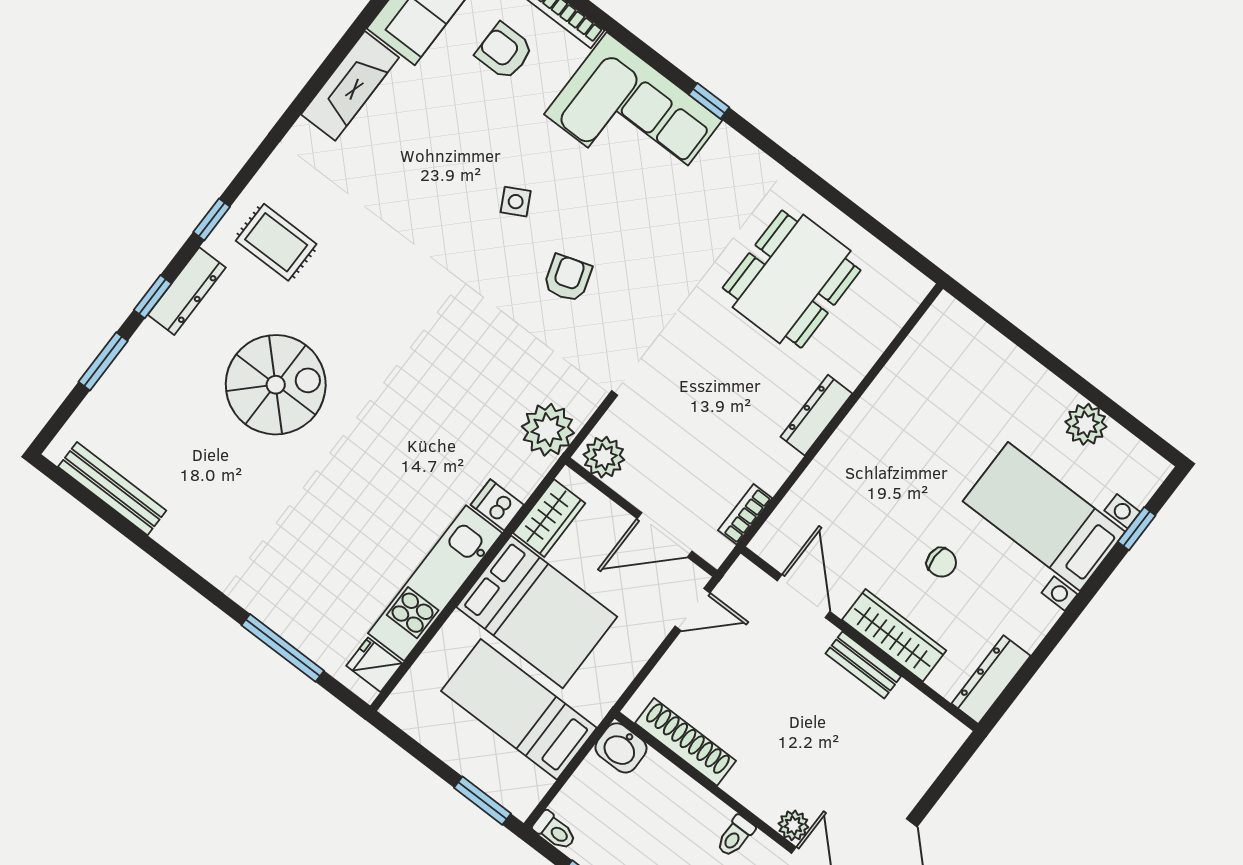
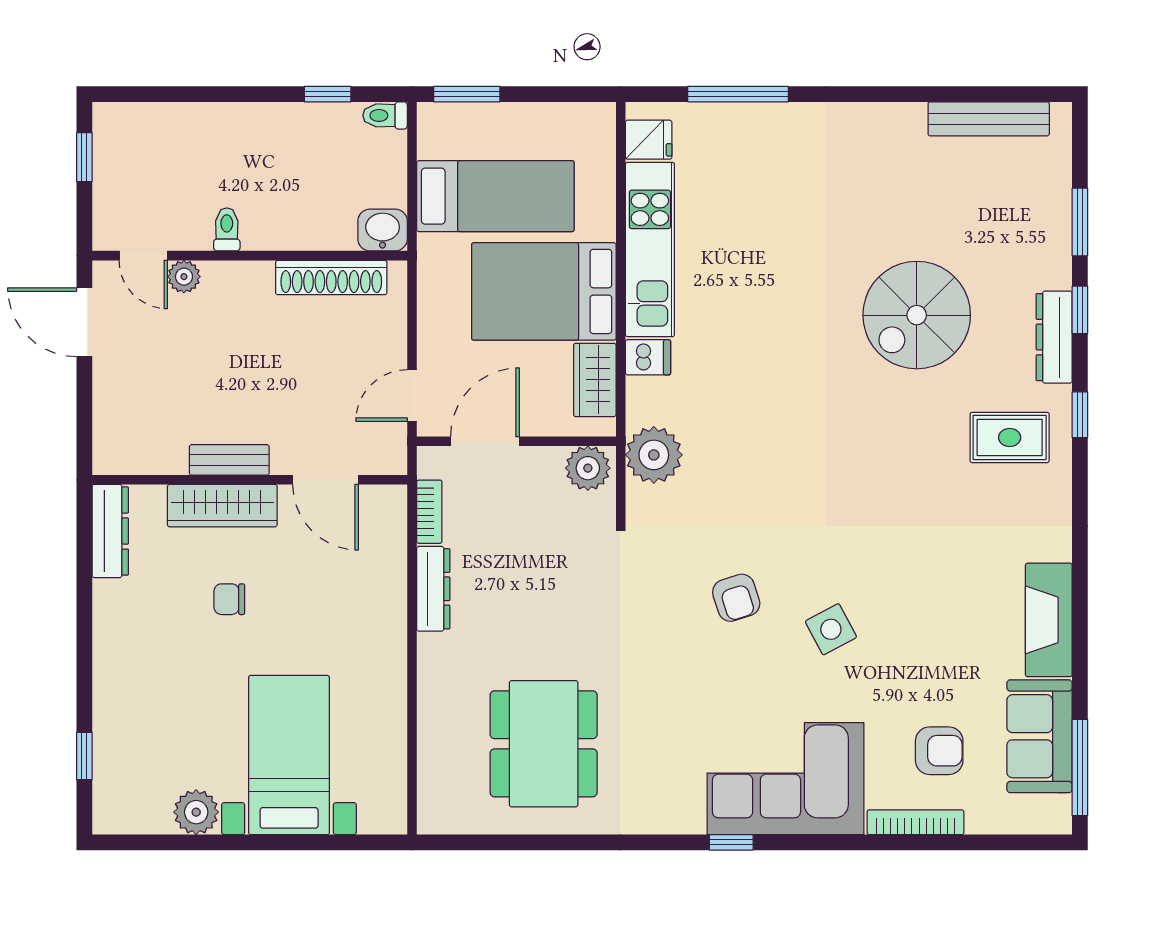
side table: (516, 202) -> (831, 629), width x1.37, depth x1.37
dresser: (816, 415) -> (433, 589), moved
bed with nightstands: (1044, 517) -> (289, 755), moved, turned -90

